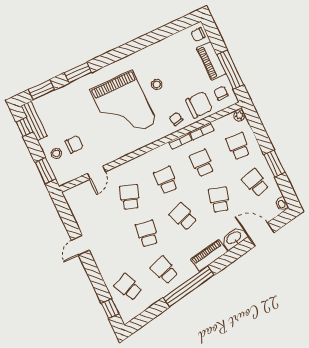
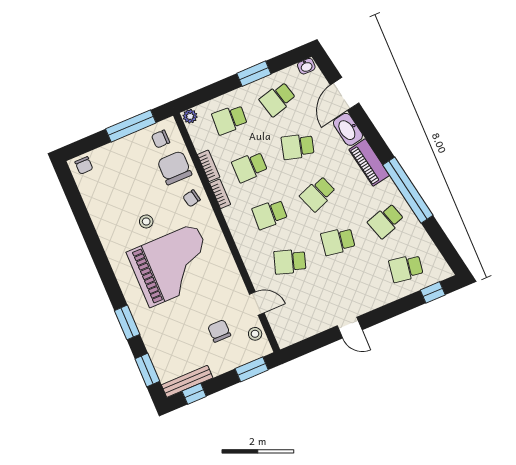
piano: (211, 61) -> (119, 150), removed
stool: (56, 153) -> (255, 334), moved
school desk: (128, 287) -> (406, 268), turned 33

